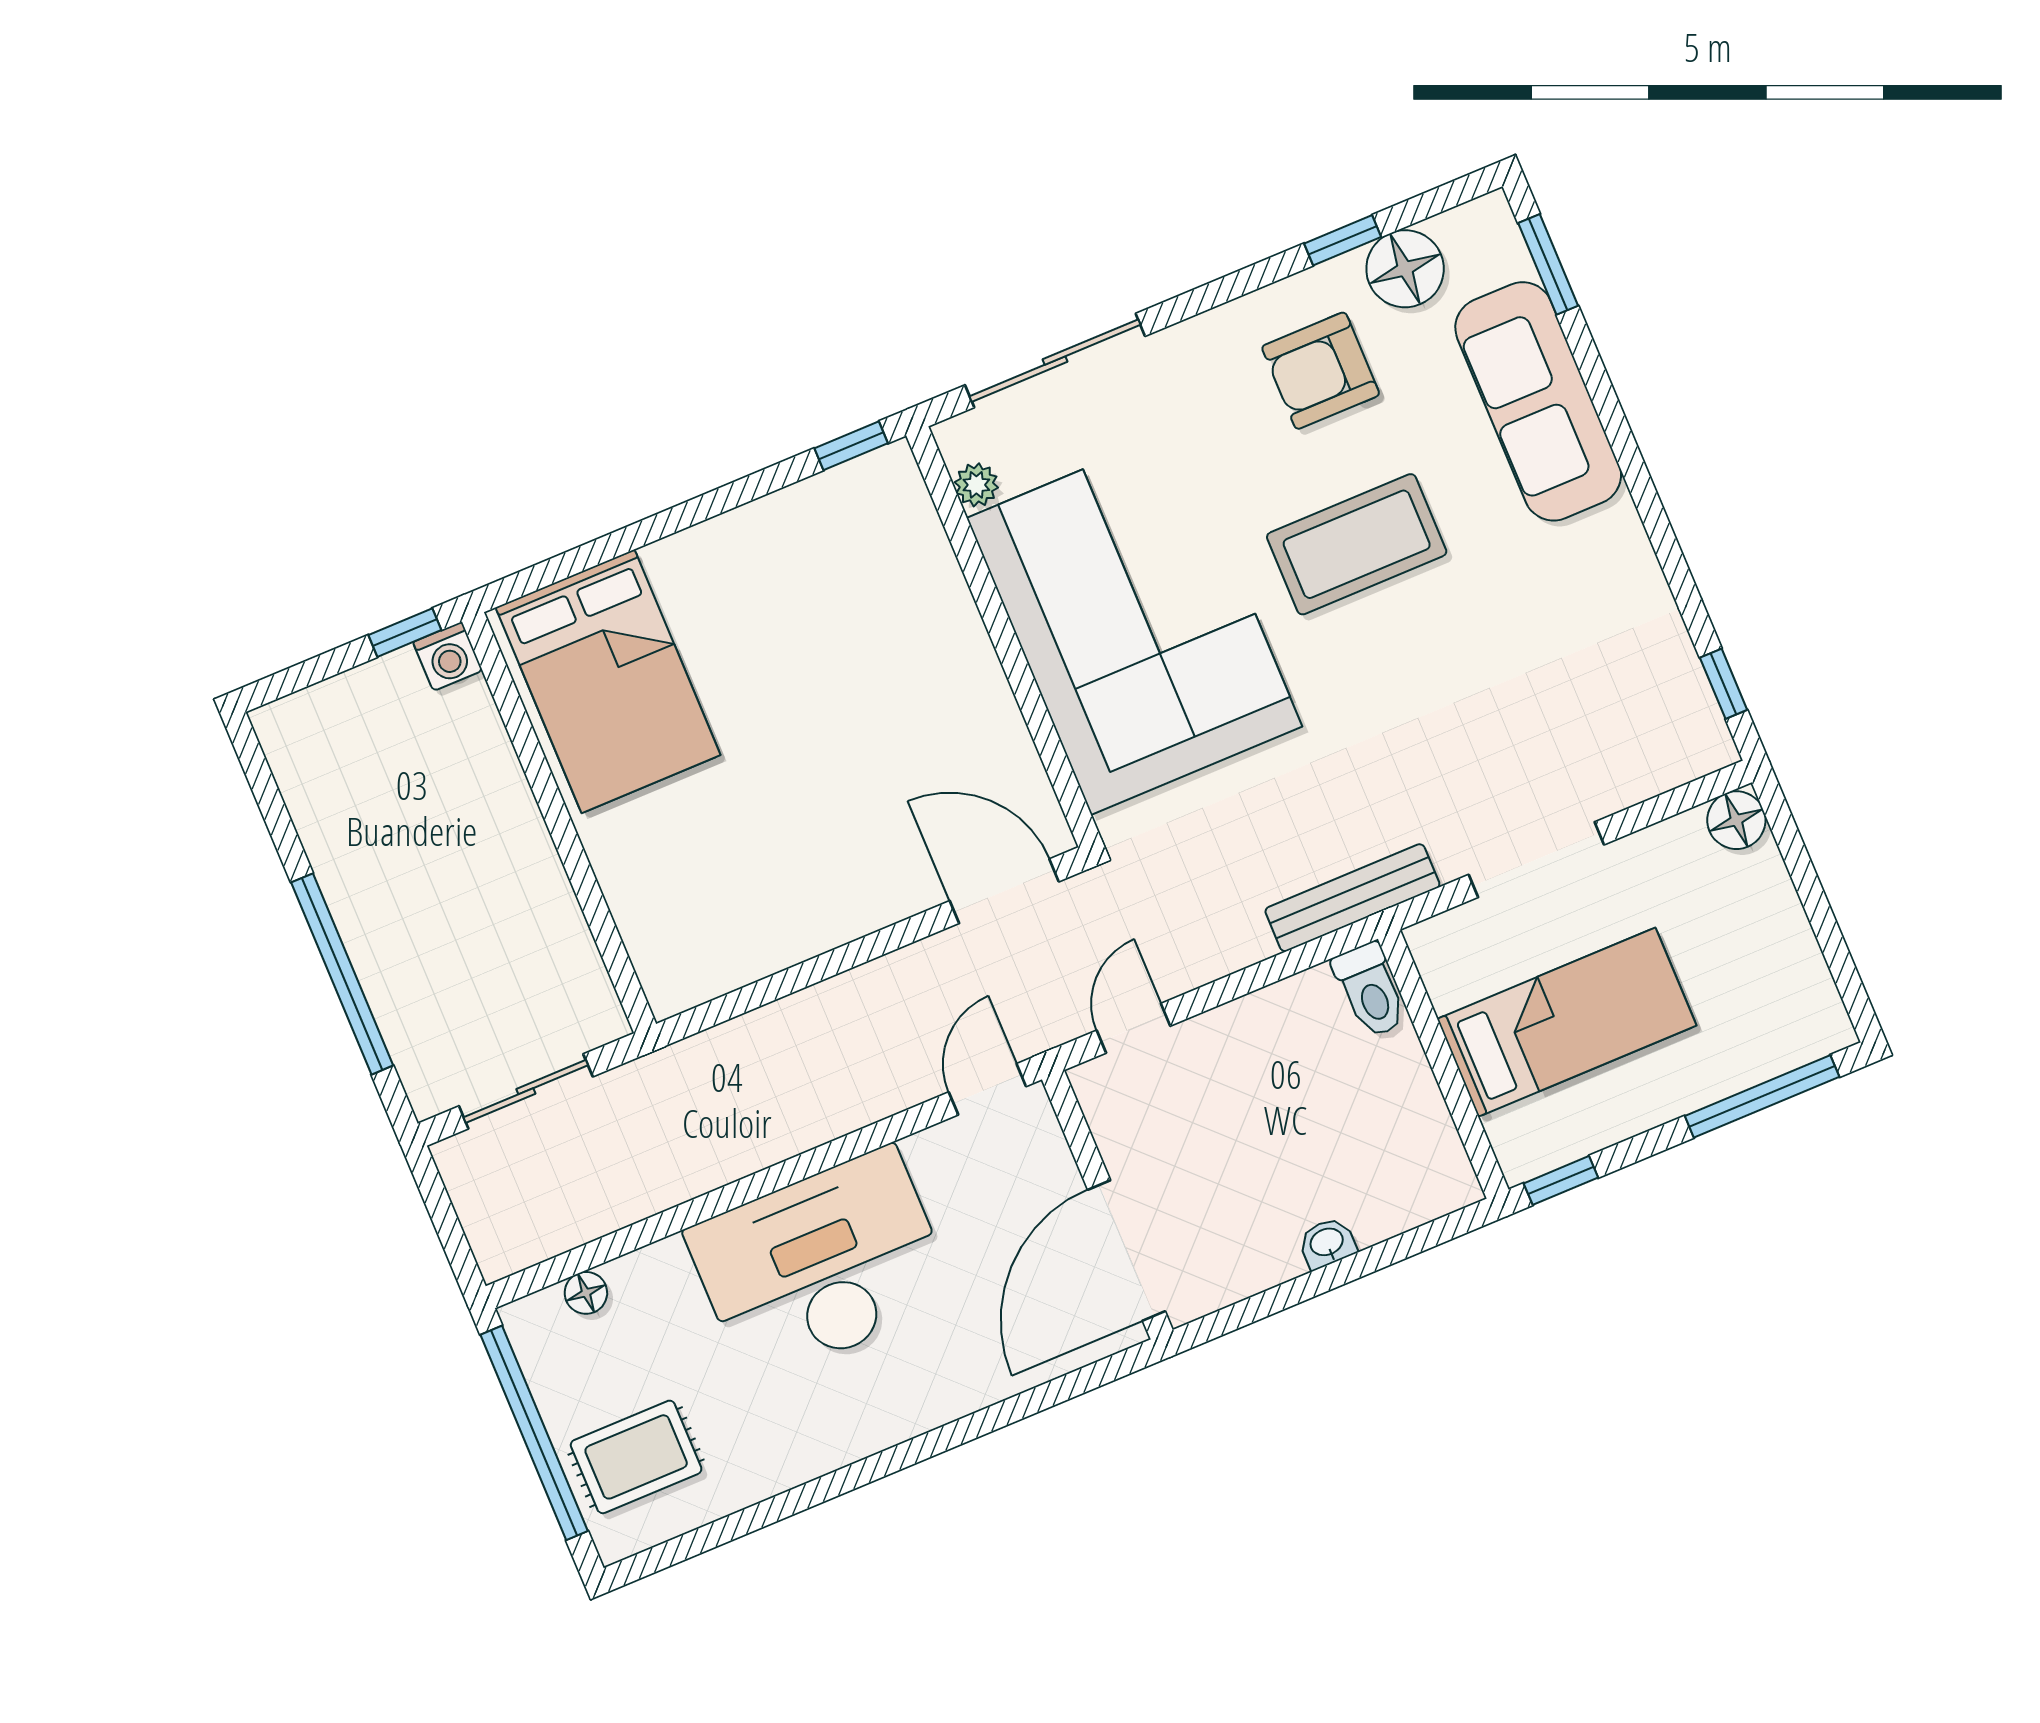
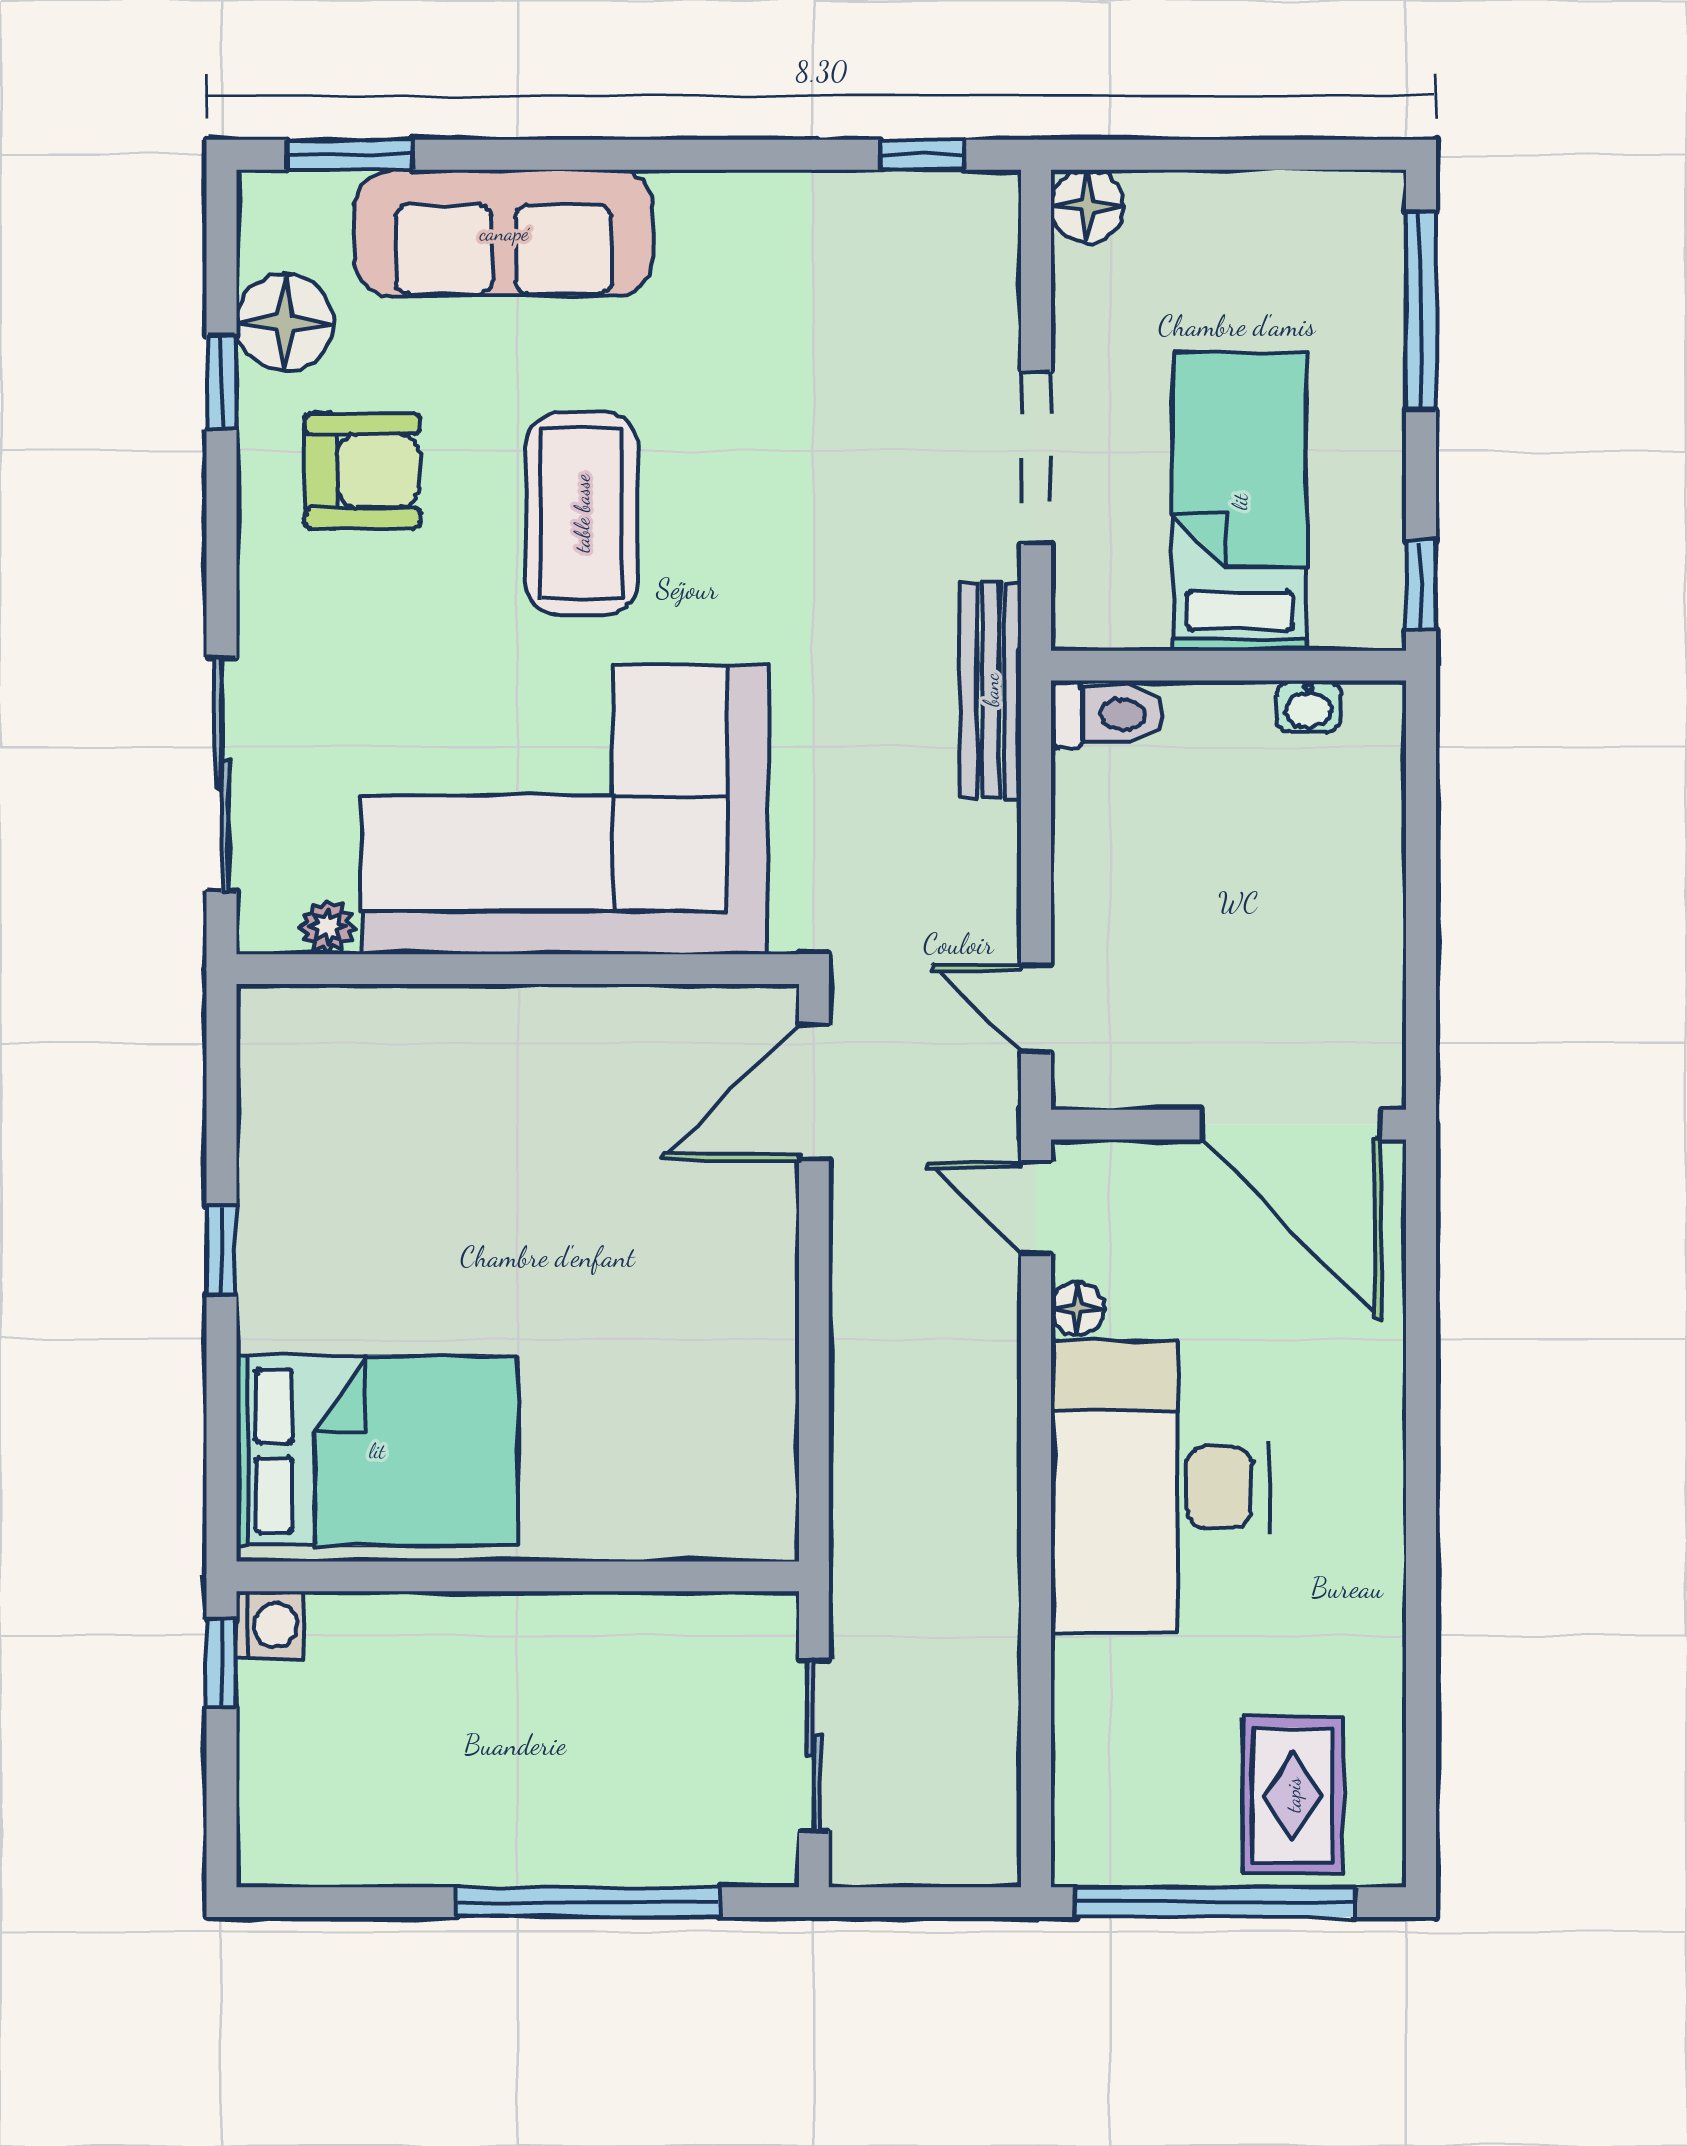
armchair: (1321, 371) -> (362, 471), turned -90
window: (851, 446) -> (221, 1251), moved
washbasin: (1327, 1243) -> (1309, 707), moved, turned -90
floor lamp: (586, 1293) -> (1077, 1309), moved

